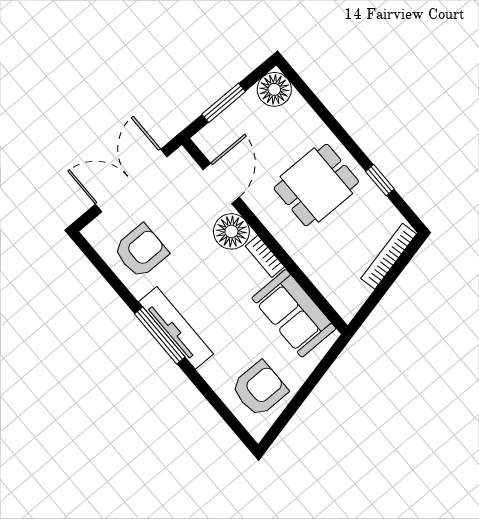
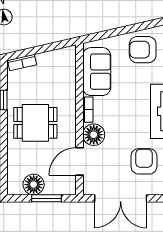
floor lamp: (274, 89) -> (34, 185), moved
armchair: (141, 251) -> (144, 161), turned 90
bookcase: (389, 256) -> (22, 63), width x0.64

